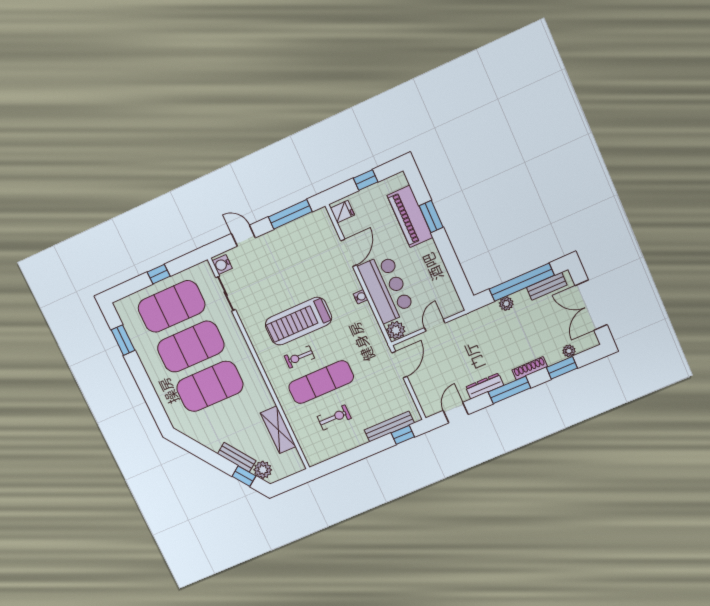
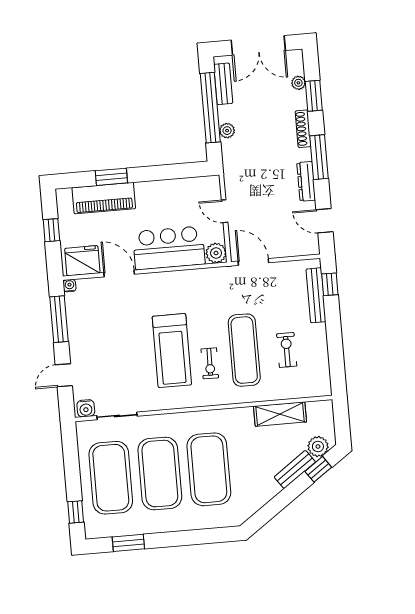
fridge: (342, 212) -> (82, 261), width x1.88, depth x1.34
window: (159, 274) -> (76, 512), moved
water cooler: (361, 297) -> (70, 286), moved

